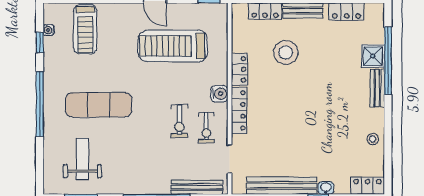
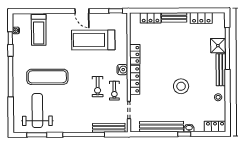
stool: (286, 52) -> (181, 86), moved
bench: (377, 88) -> (221, 70), width x1.36
weight bench: (82, 159) -> (37, 111), width x1.36, depth x1.33

